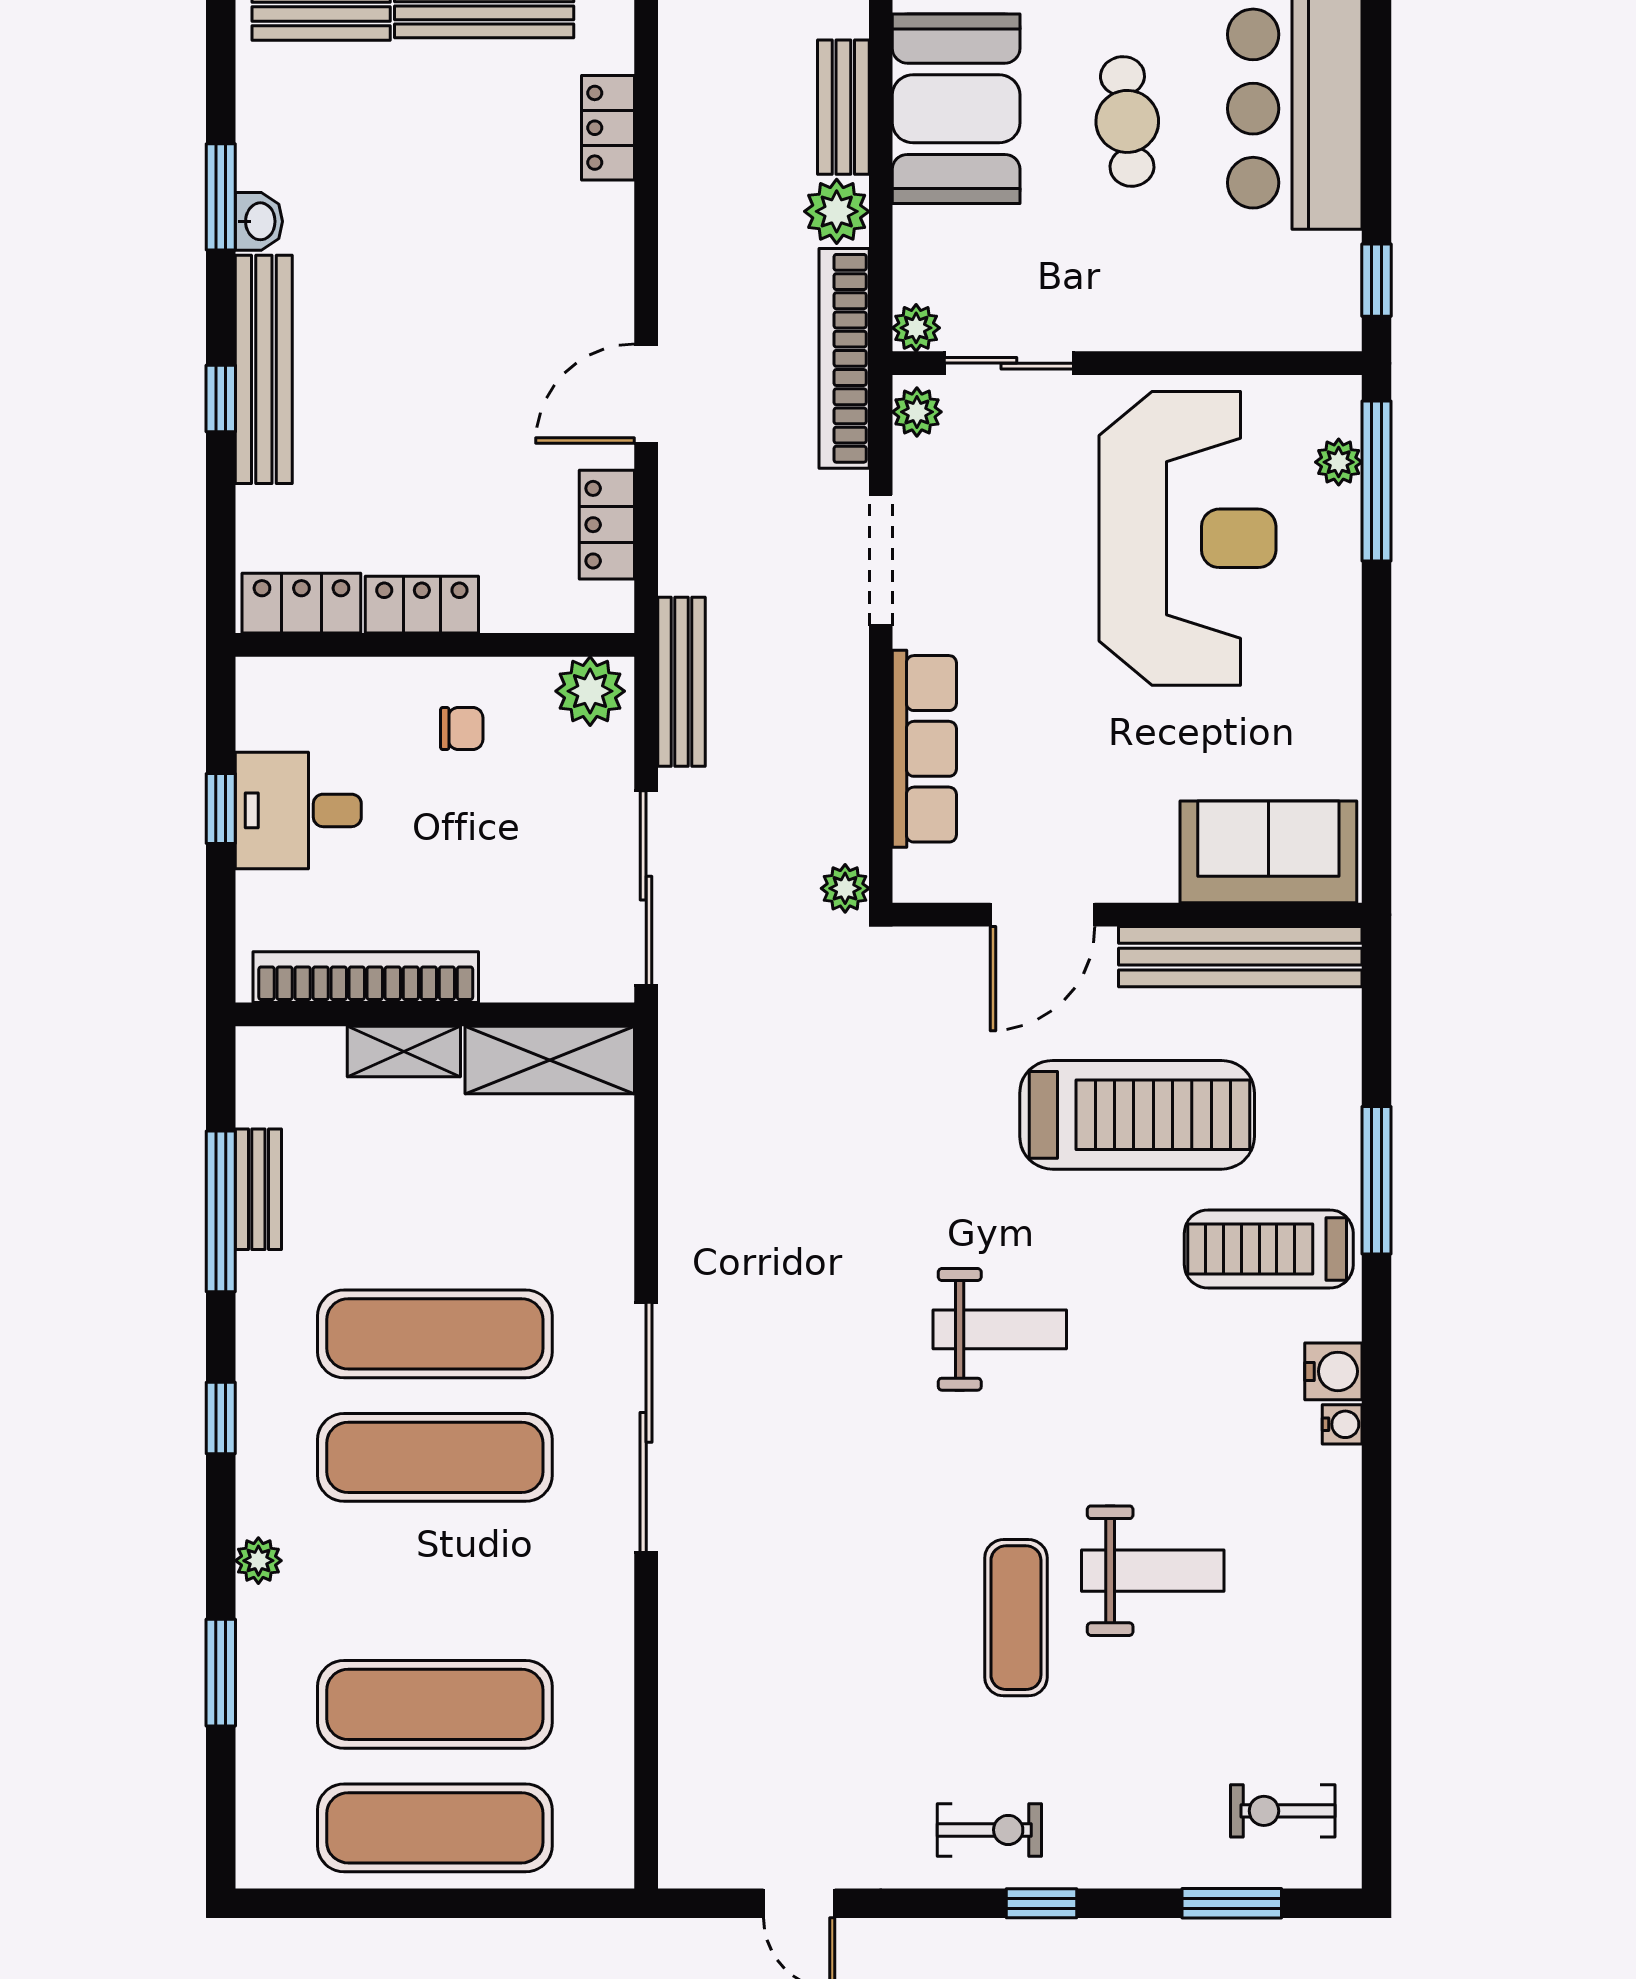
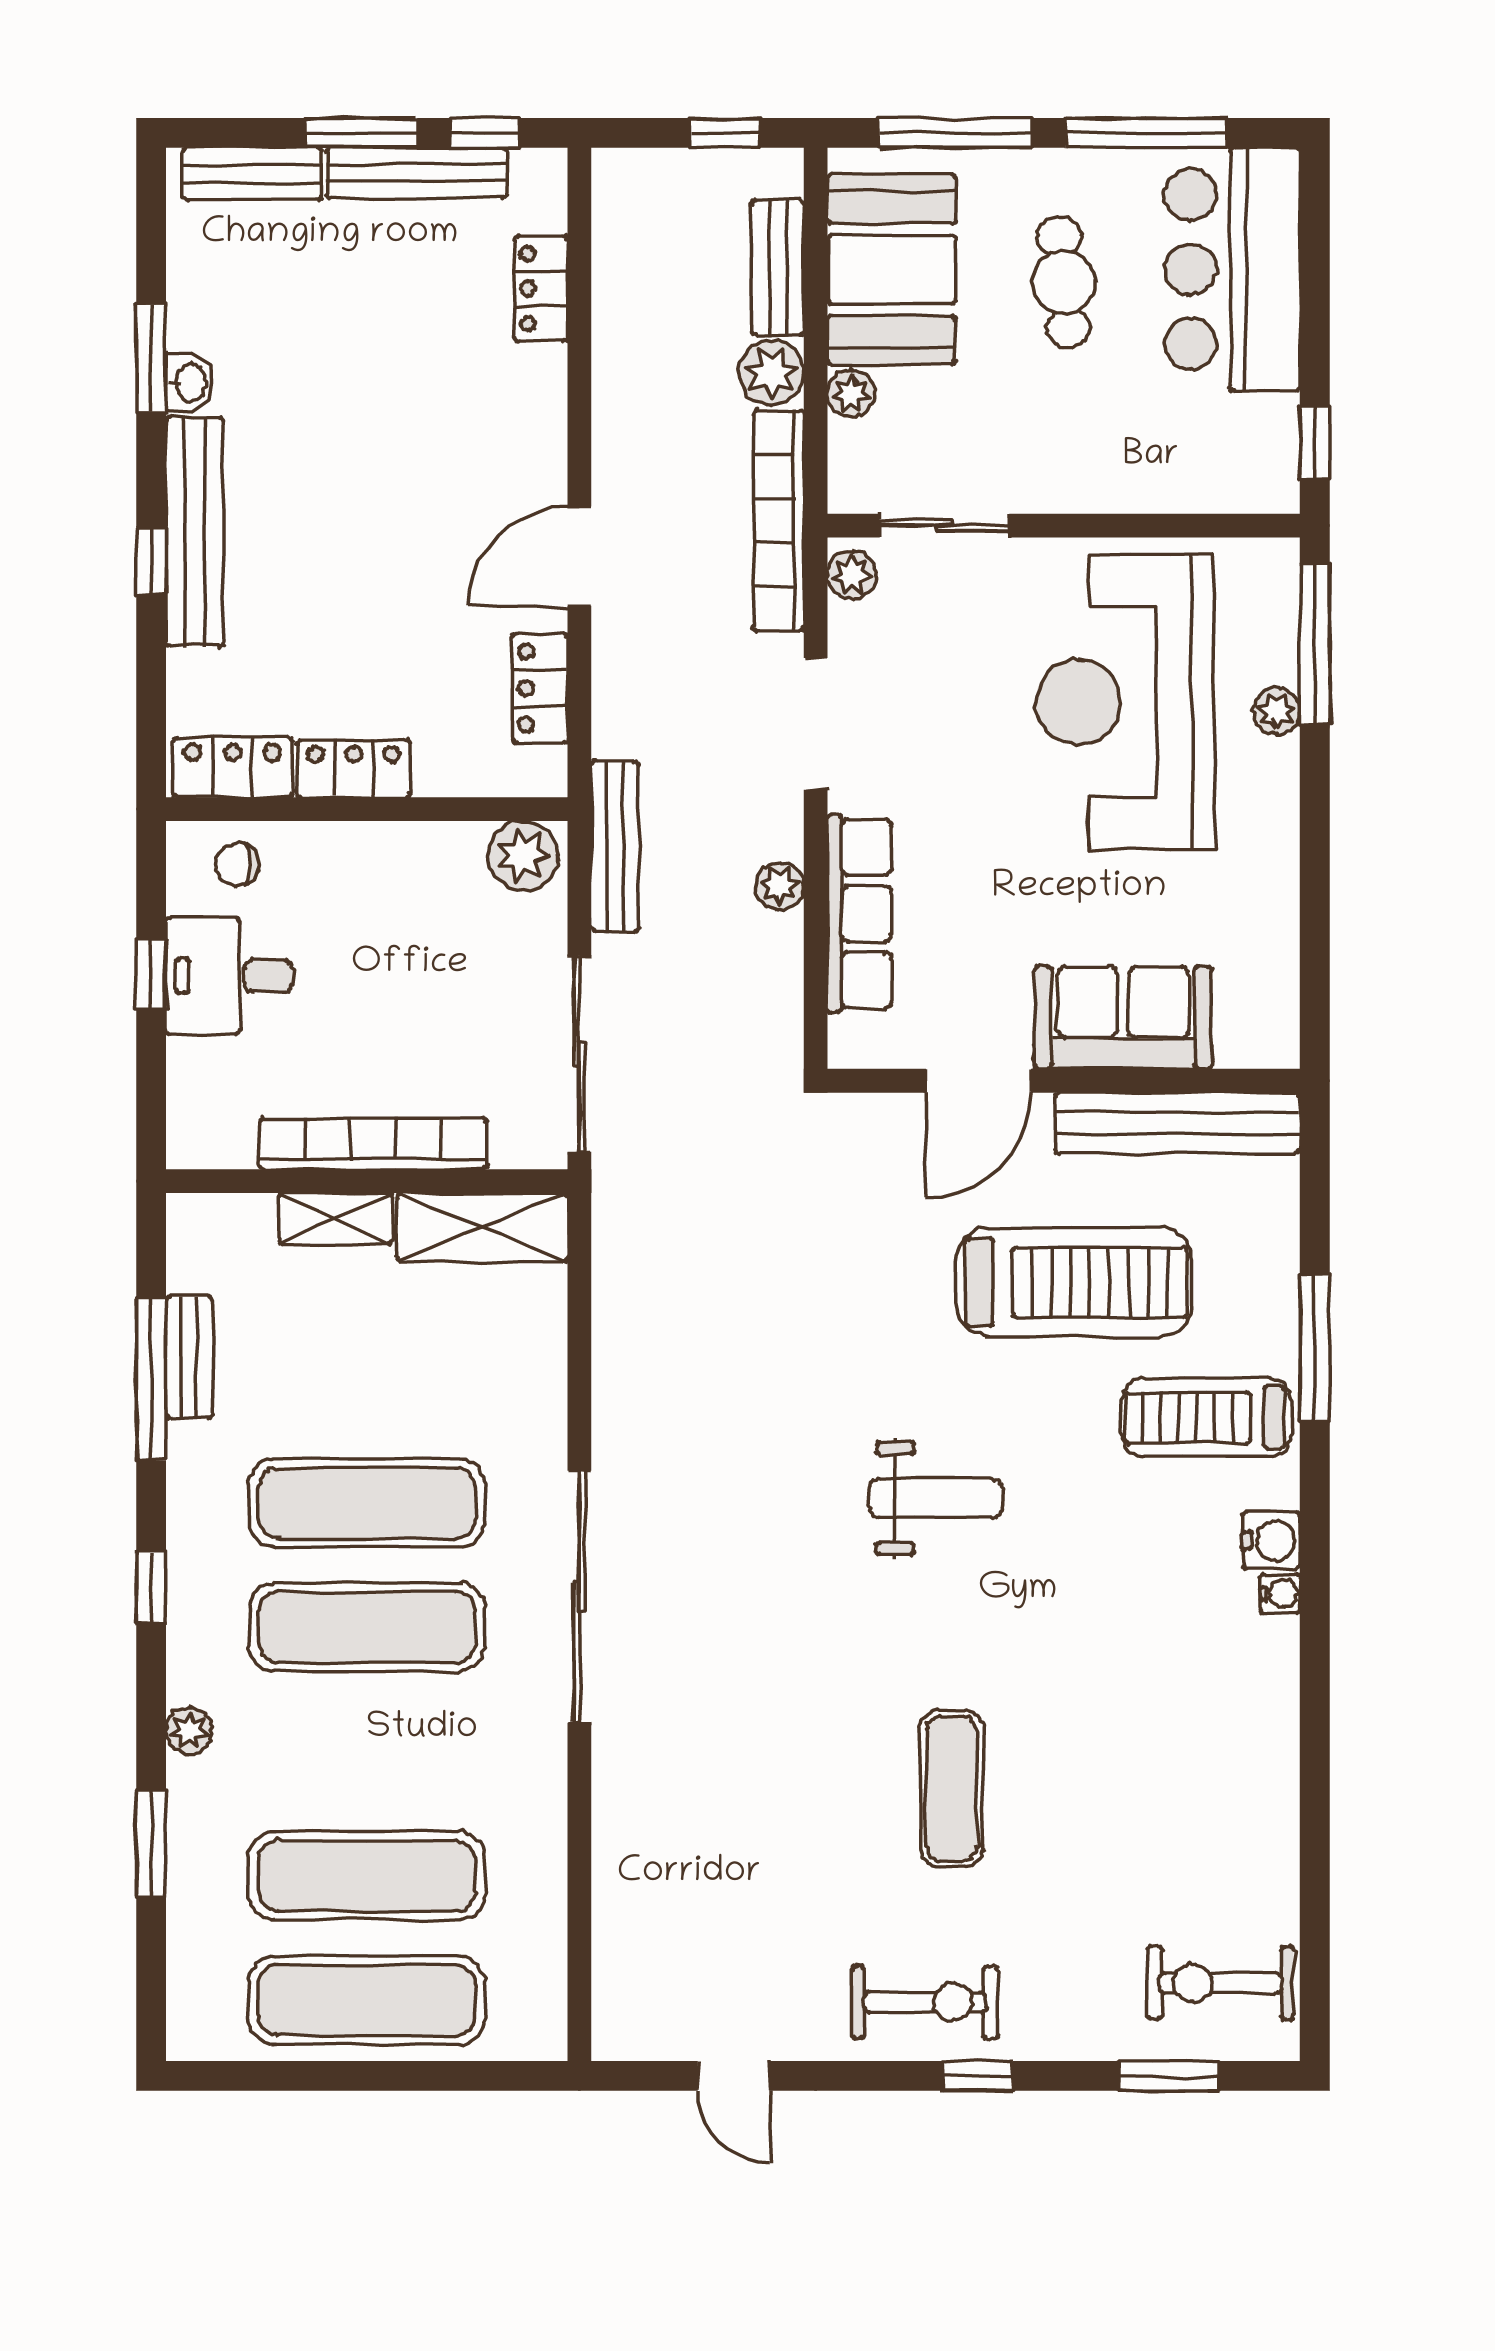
plant: (916, 328) -> (851, 393), moved
plant: (1339, 462) -> (1277, 711), moved
reception desk: (1187, 538) -> (1124, 702), turned 180
chair: (462, 729) -> (237, 864), moved, turned 180
sofa: (1268, 852) -> (1123, 1018), moved
plant: (845, 888) -> (780, 886), moved
bookcase: (366, 977) -> (373, 1144), moved
weight bench: (1153, 1571) -> (1090, 1741), removed
exercise bike: (1283, 1811) -> (1220, 1983), width x1.38, depth x1.39
exercise bike: (989, 1830) -> (925, 2002), width x1.38, depth x1.39

